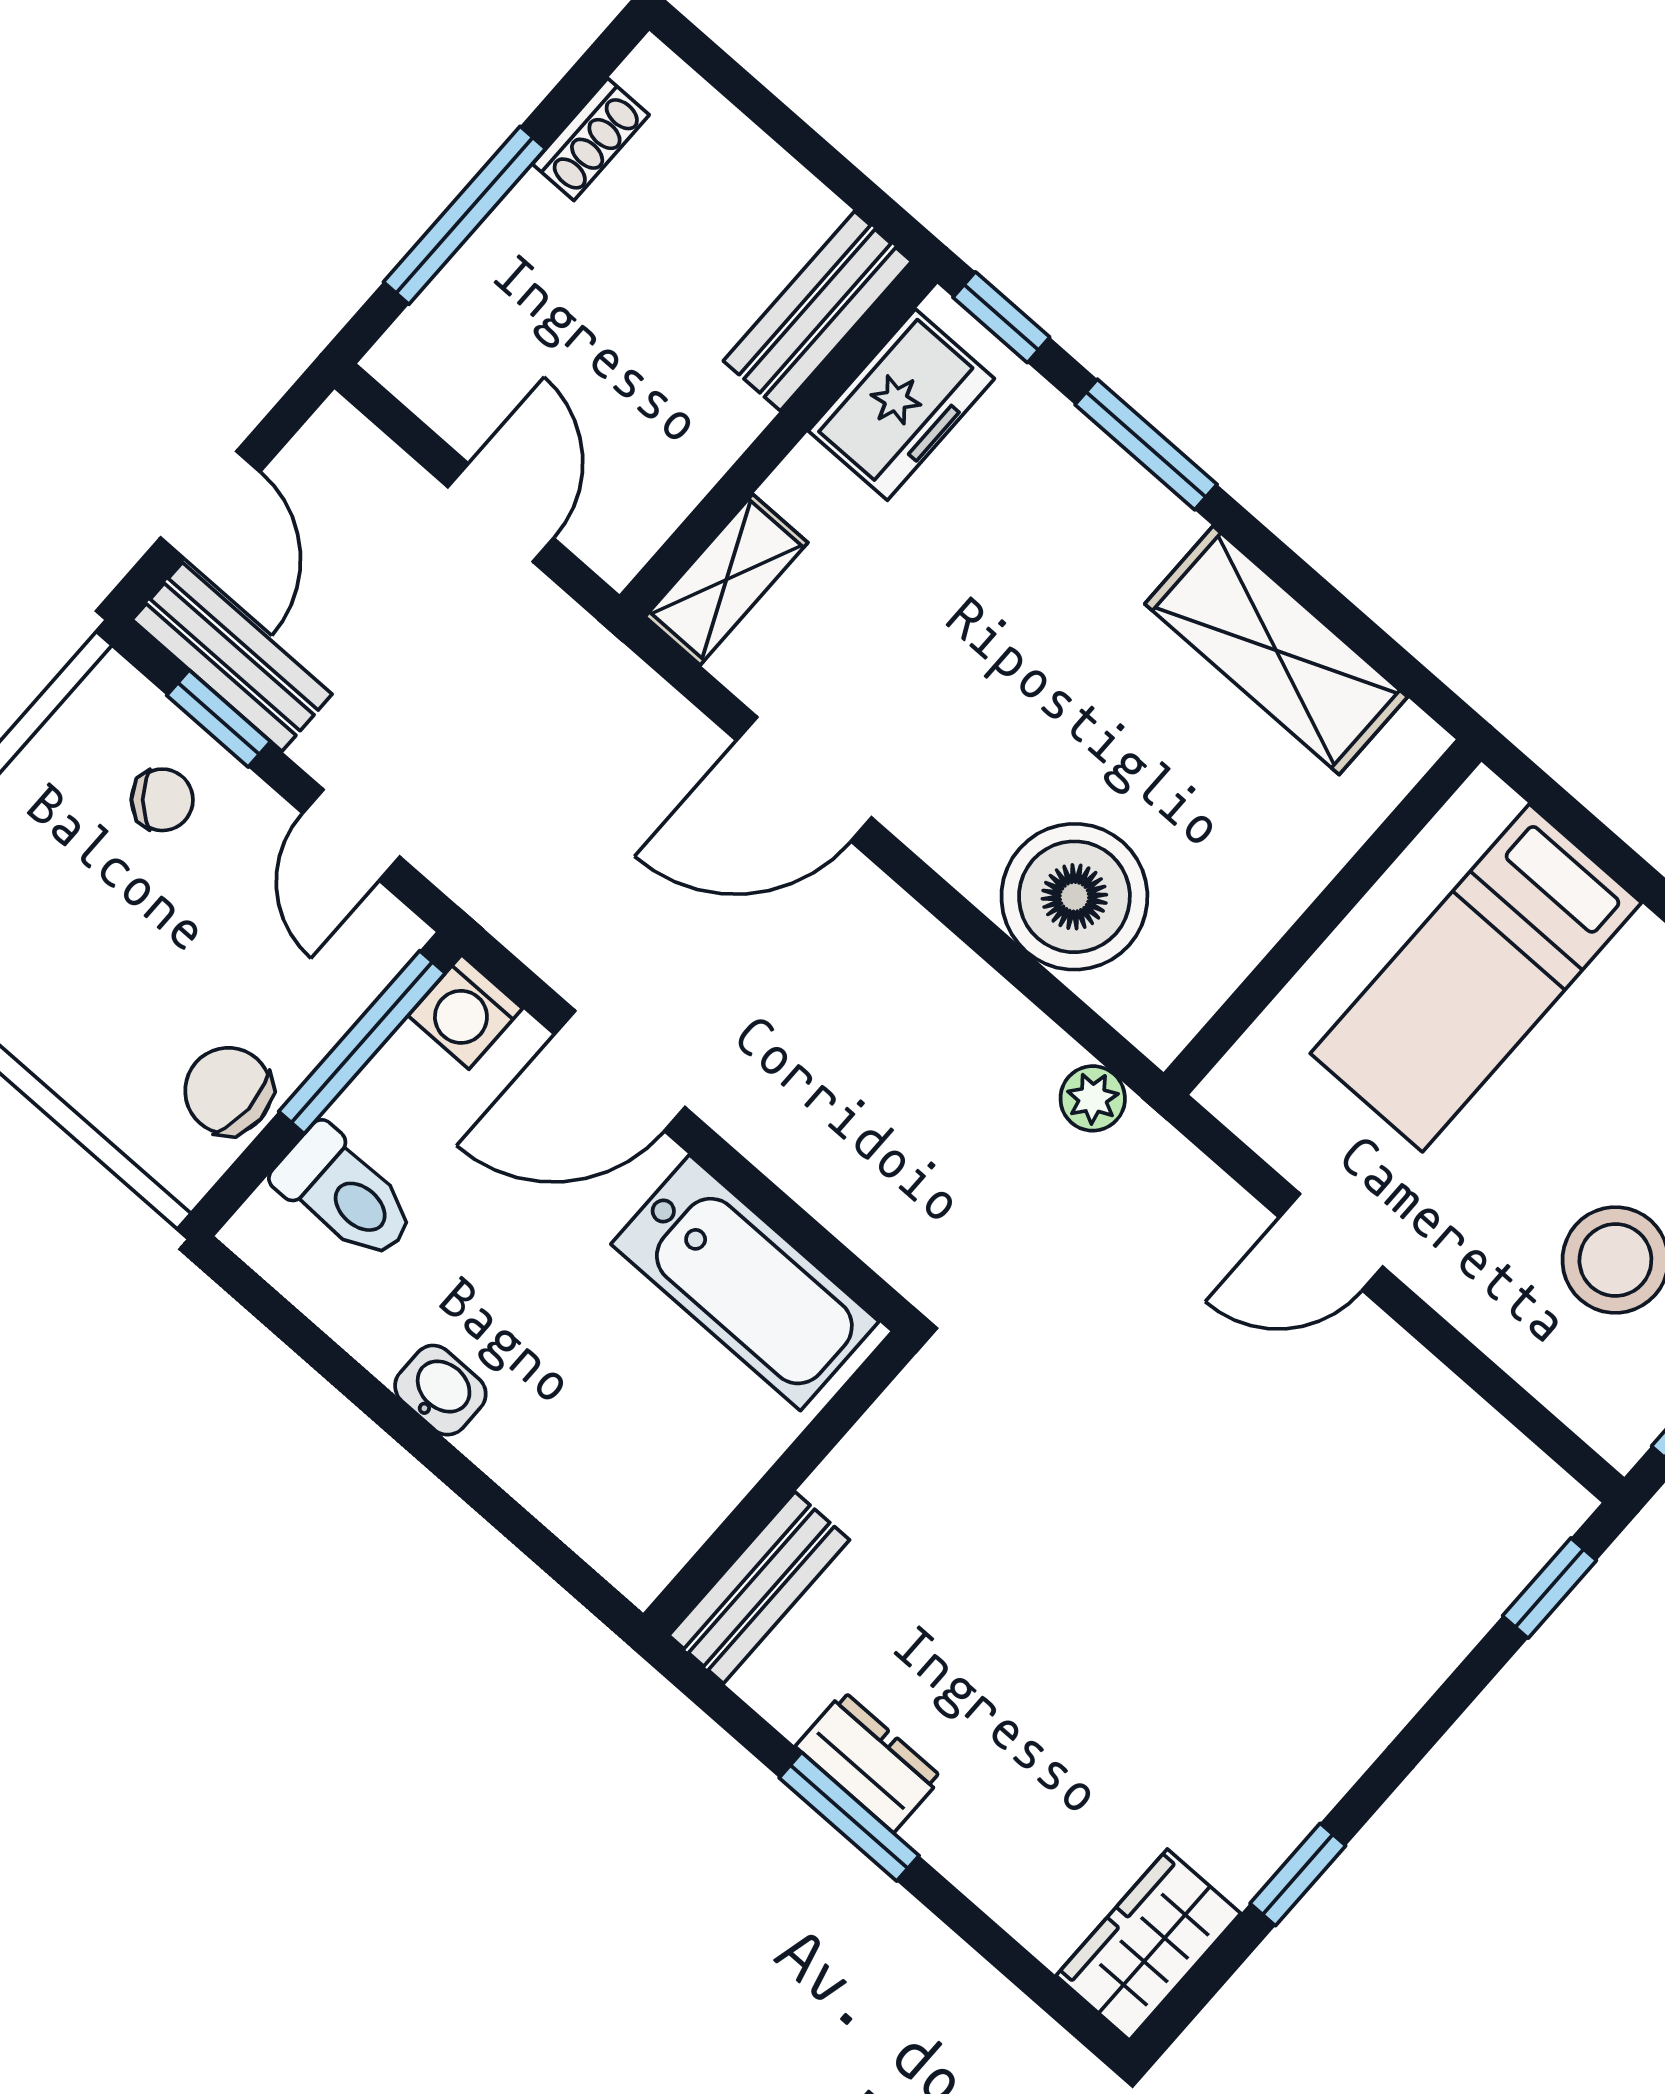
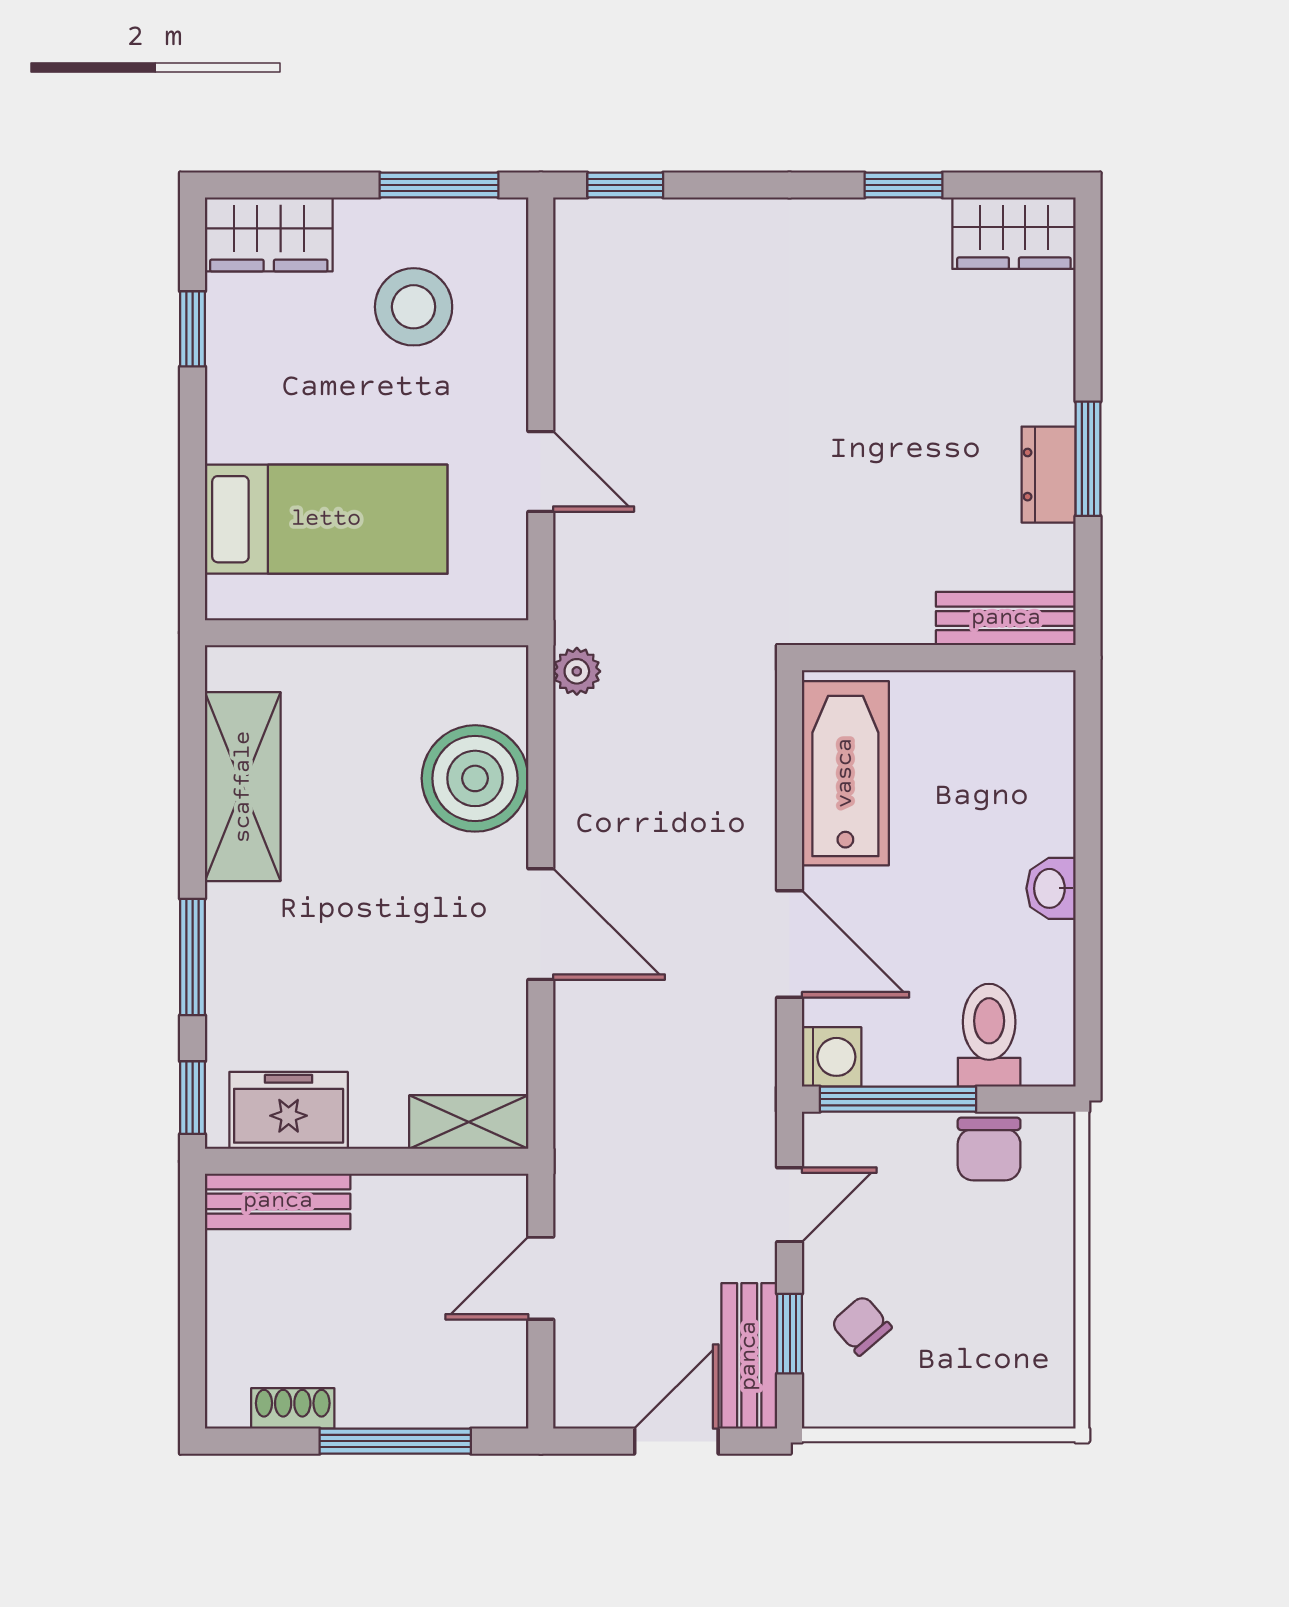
door: (804, 779) -> (541, 924), moved

